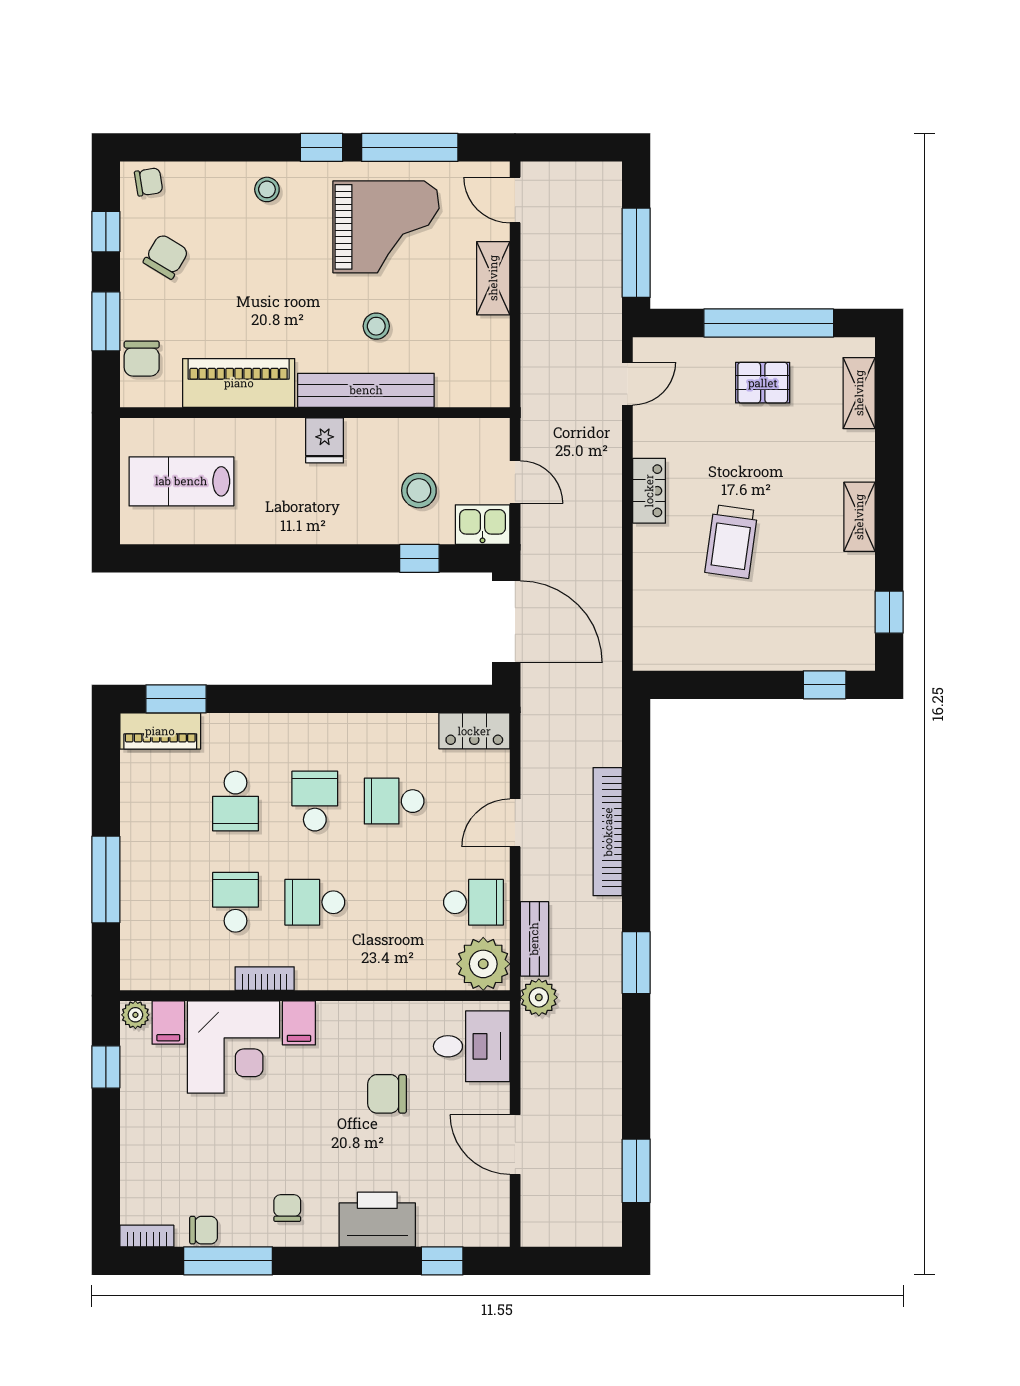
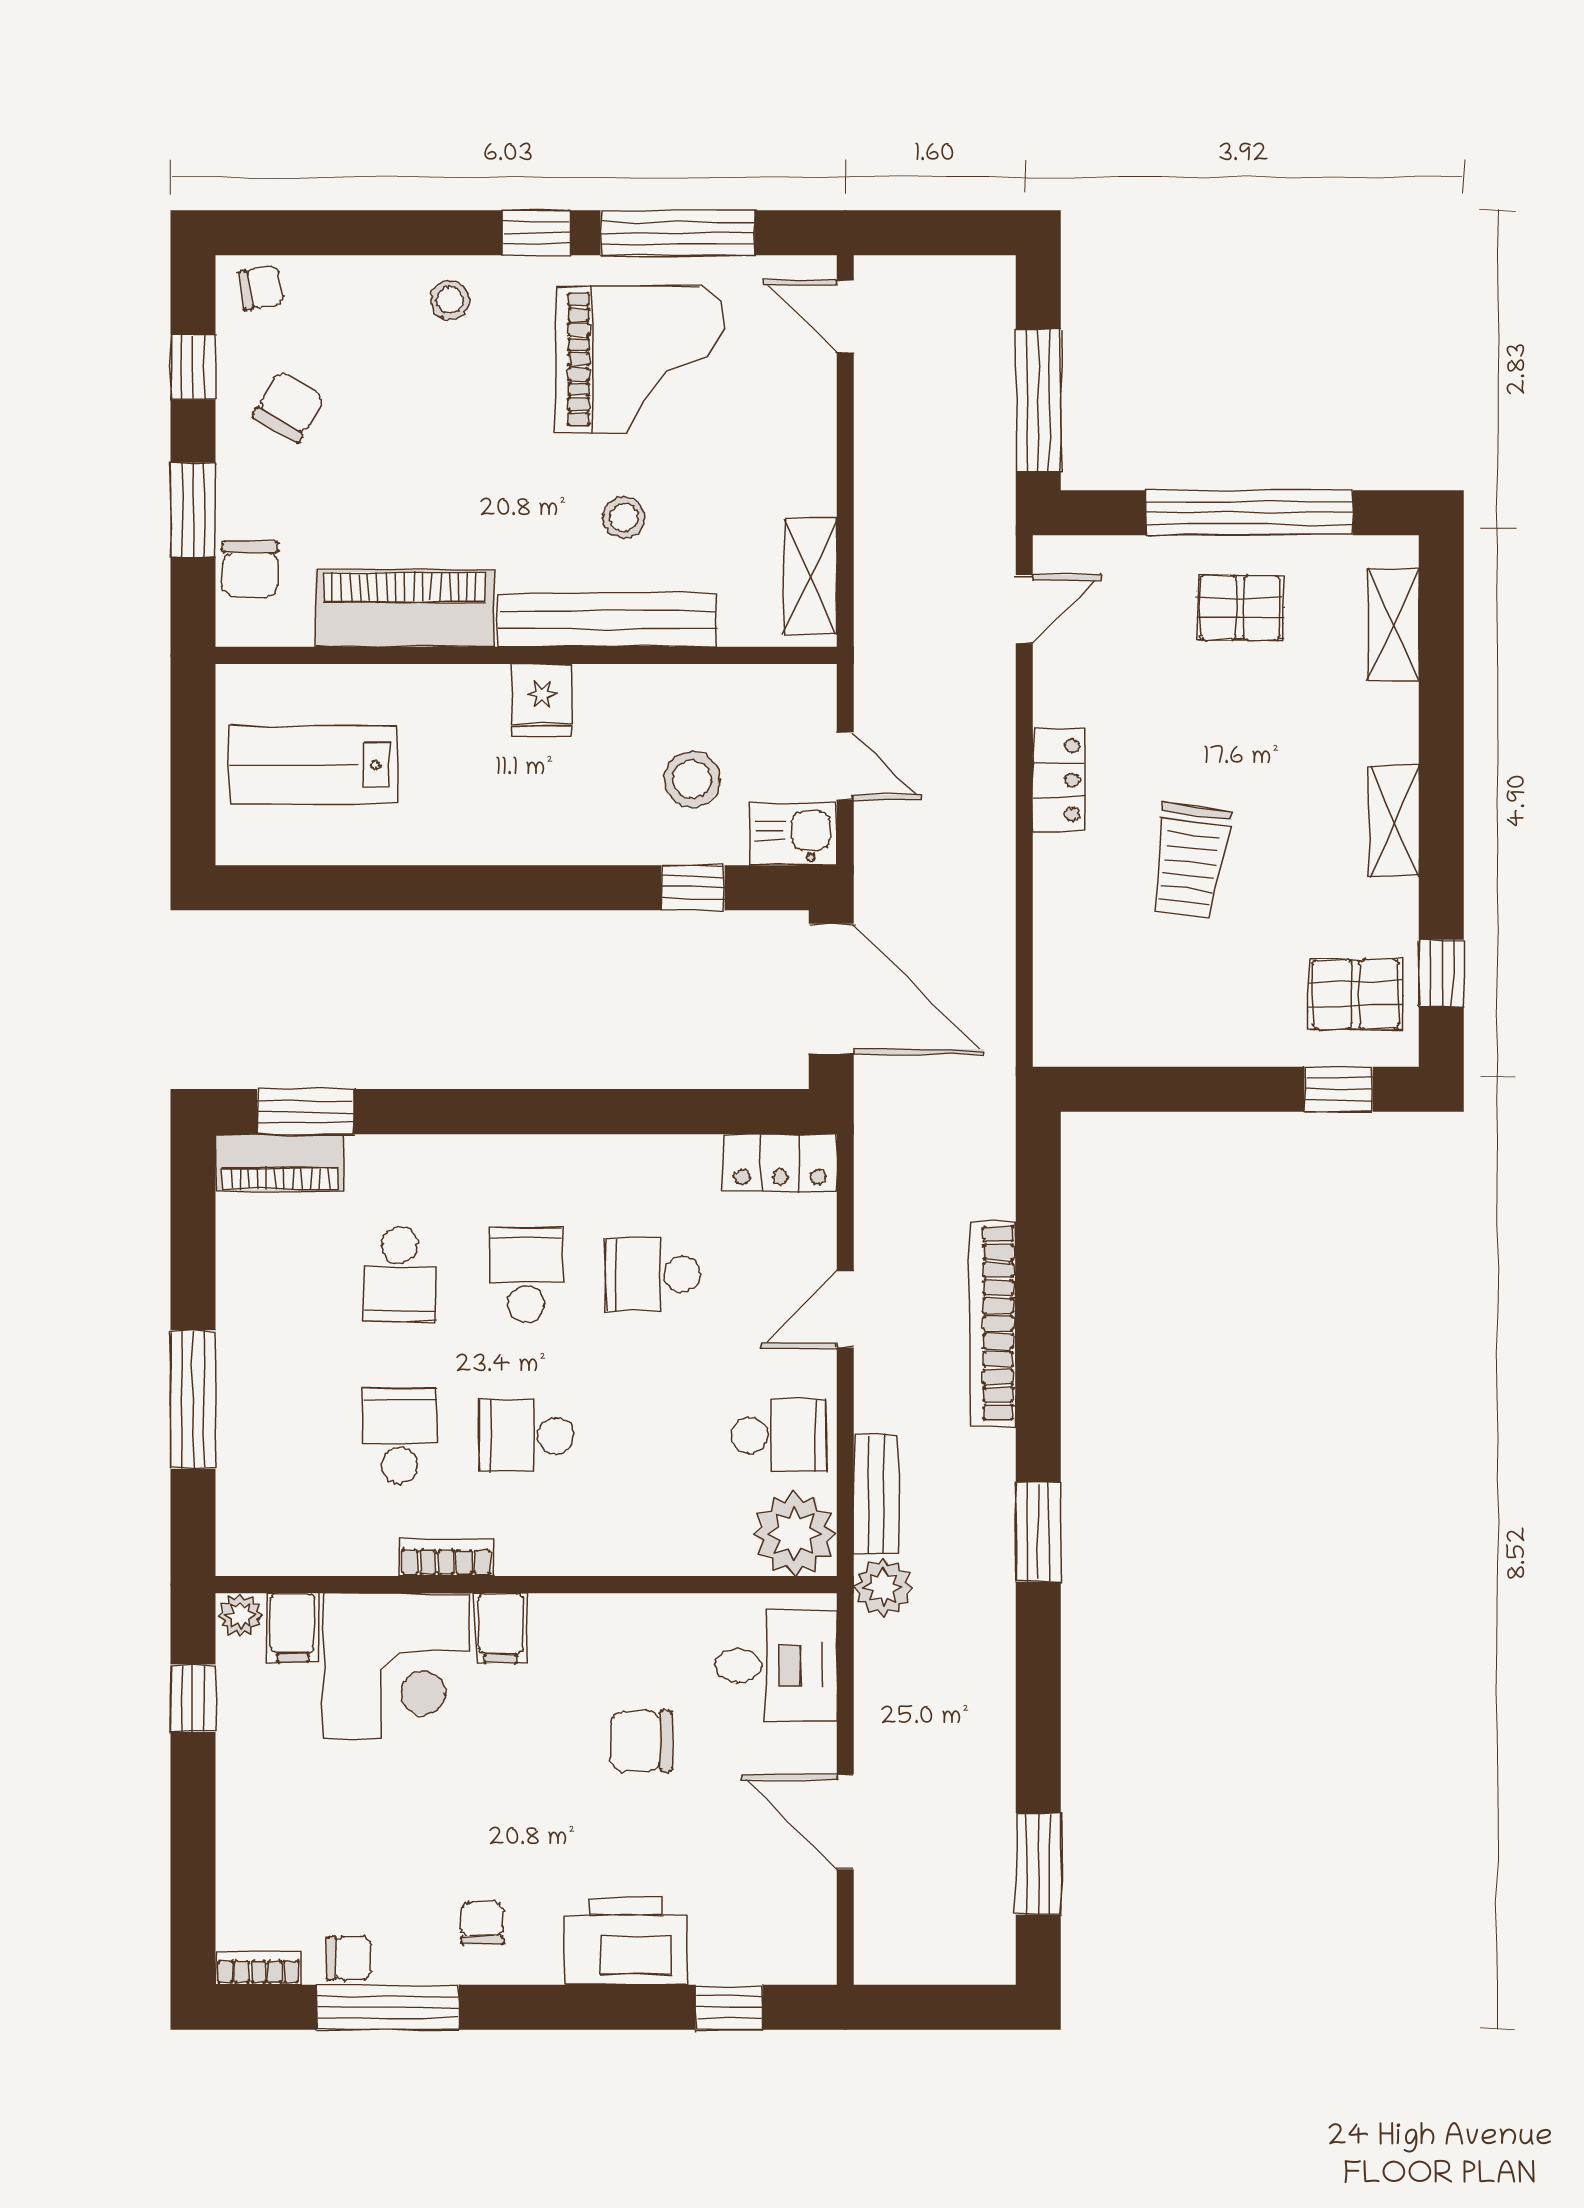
shelving: (493, 278) -> (810, 576), moved
pallet: (835, 625) -> (1355, 994), added

